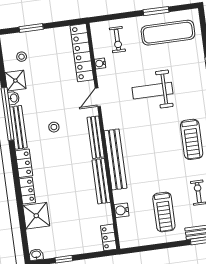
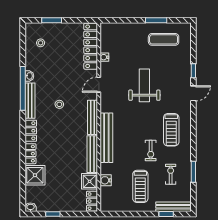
exercise mat: (168, 33) -> (164, 39), width x0.73, depth x0.69
exercise bike: (117, 40) -> (151, 150), moved
shower: (15, 81) -> (90, 181), moved
weight bench: (152, 91) -> (144, 85), turned 90

